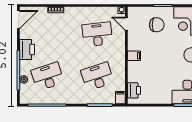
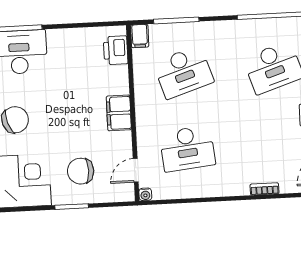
door: (126, 24) -> (136, 170), swing flipped
filing cabinet: (134, 56) -> (119, 113), width x2.00

